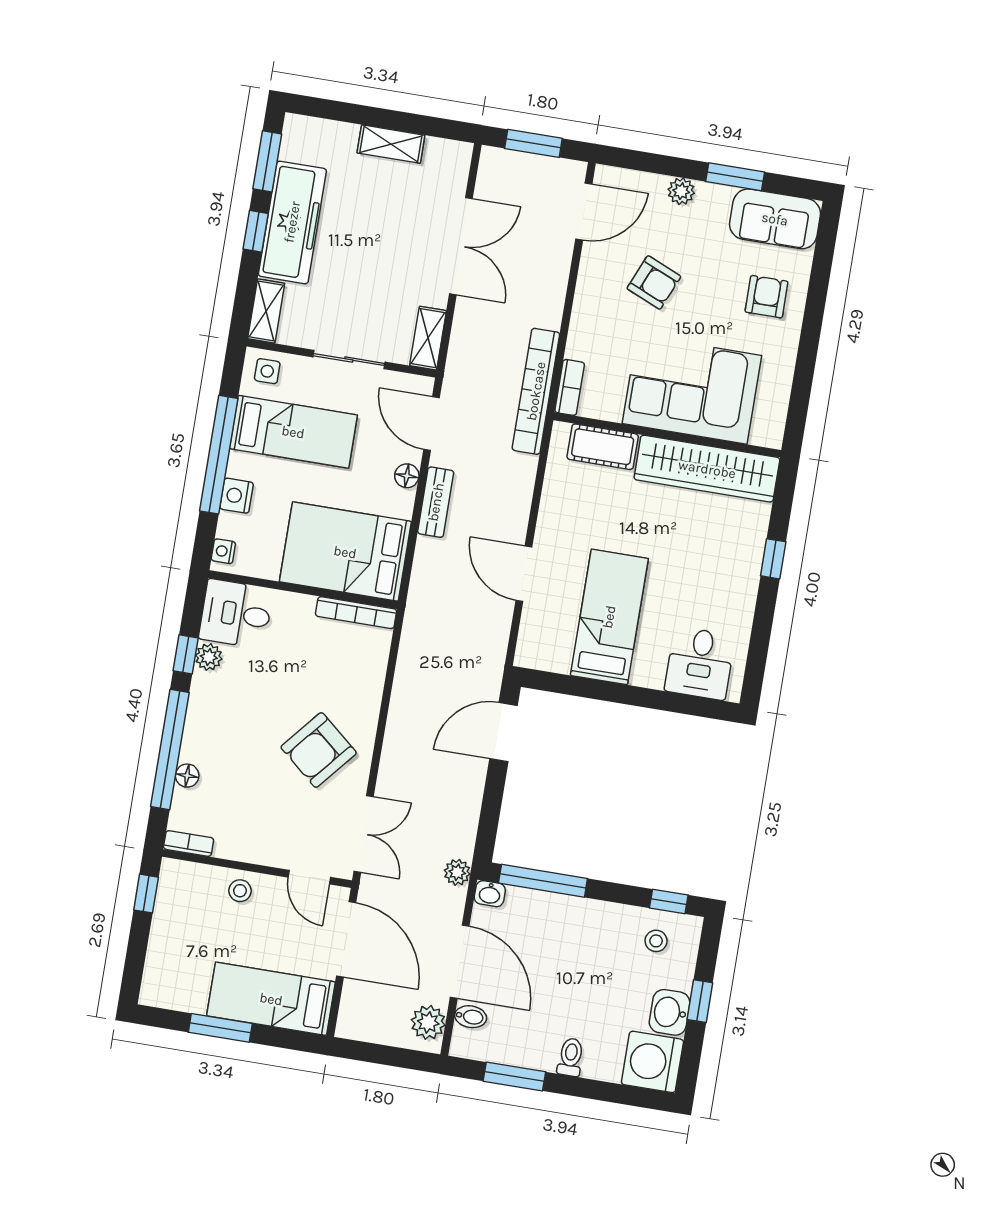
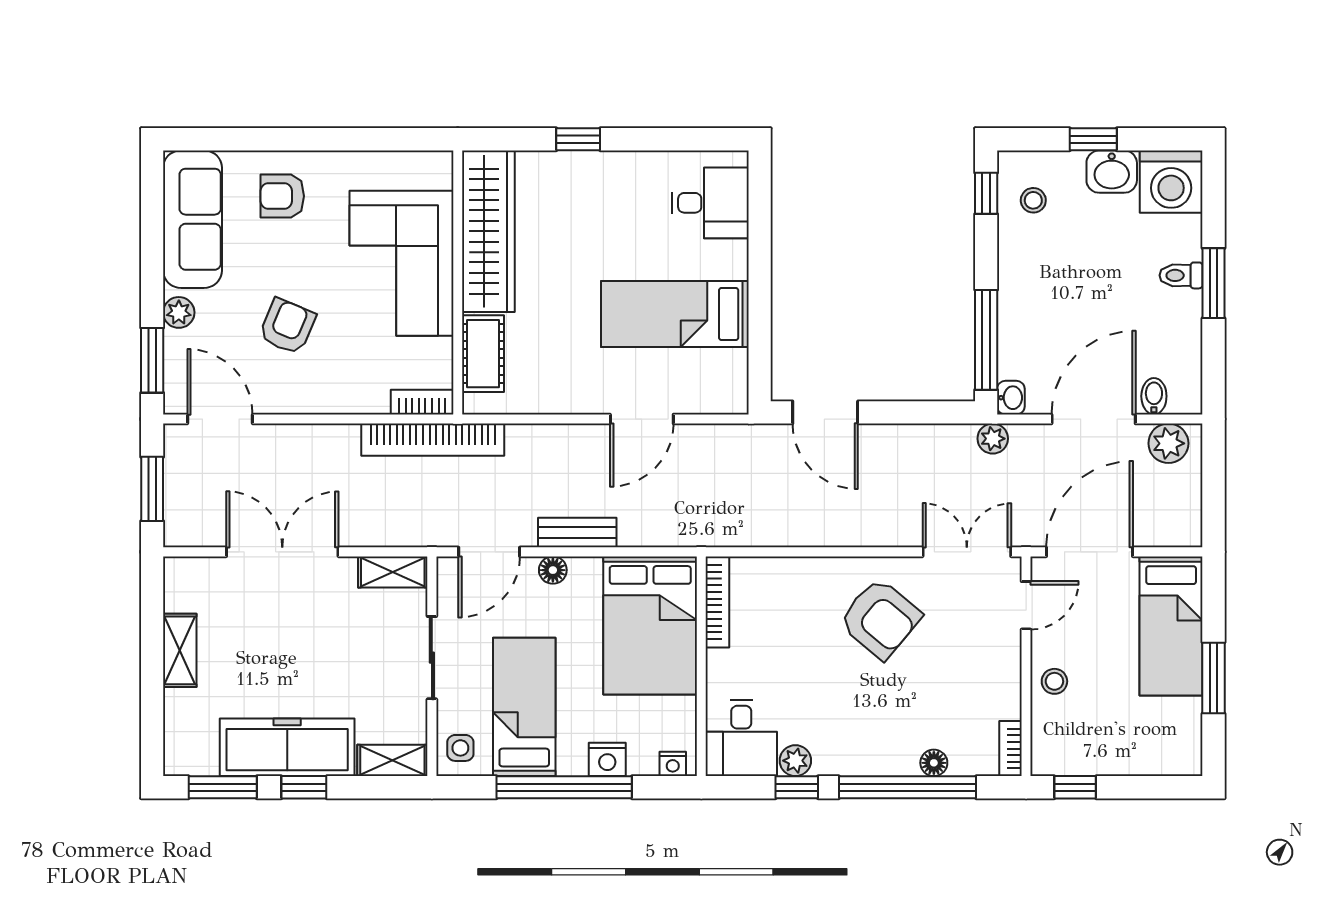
window: (735, 177) -> (152, 360), moved
sofa: (775, 219) -> (192, 219), width x1.36
window: (514, 1076) -> (1213, 283), moved

